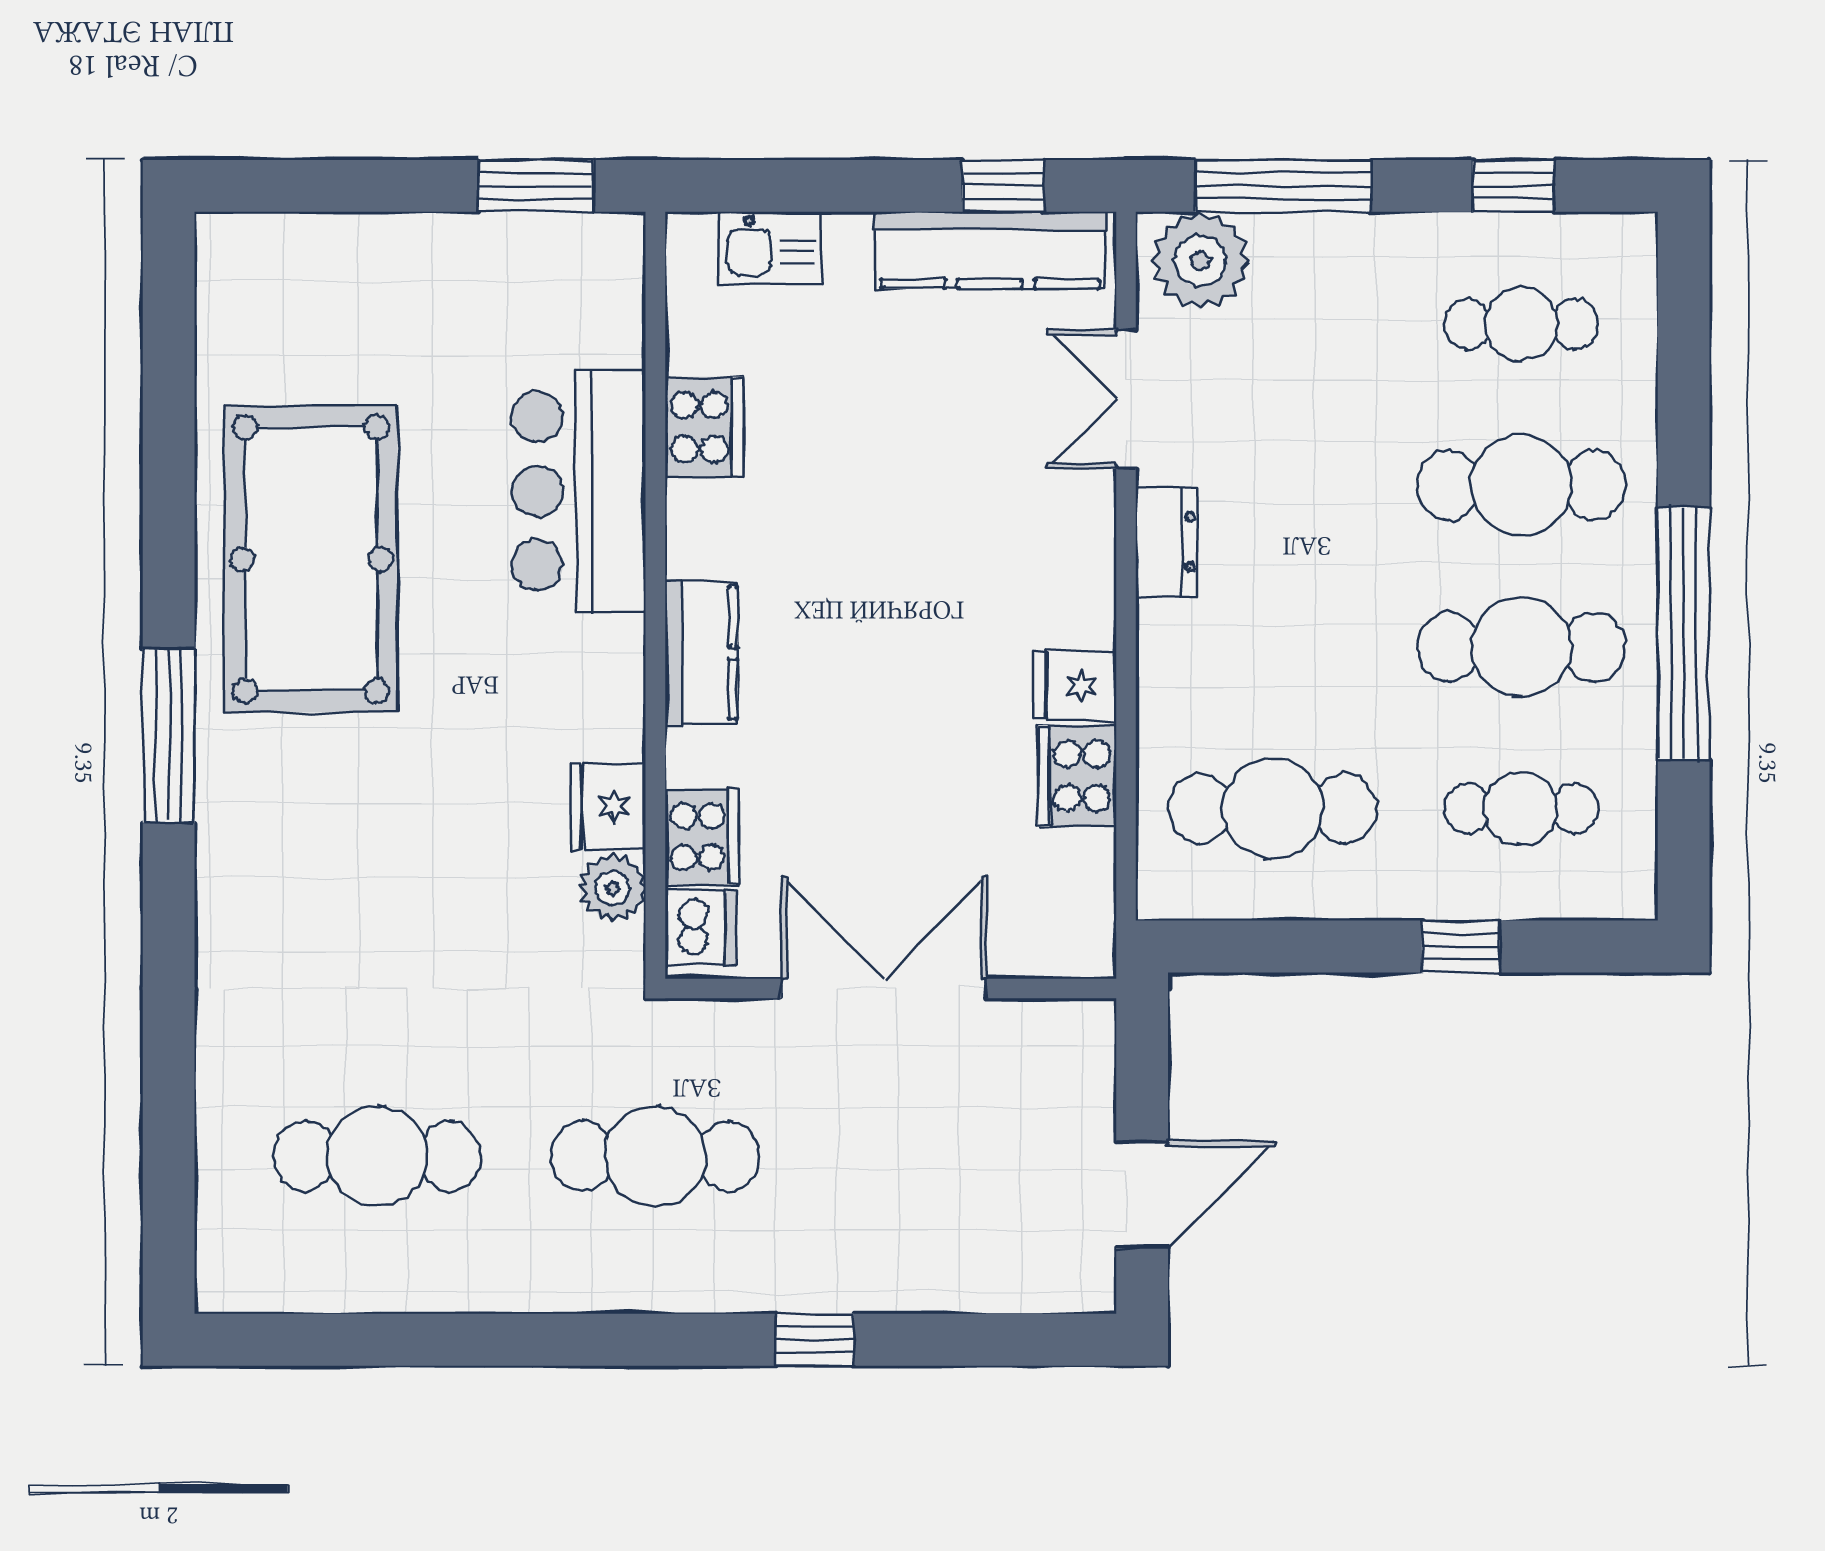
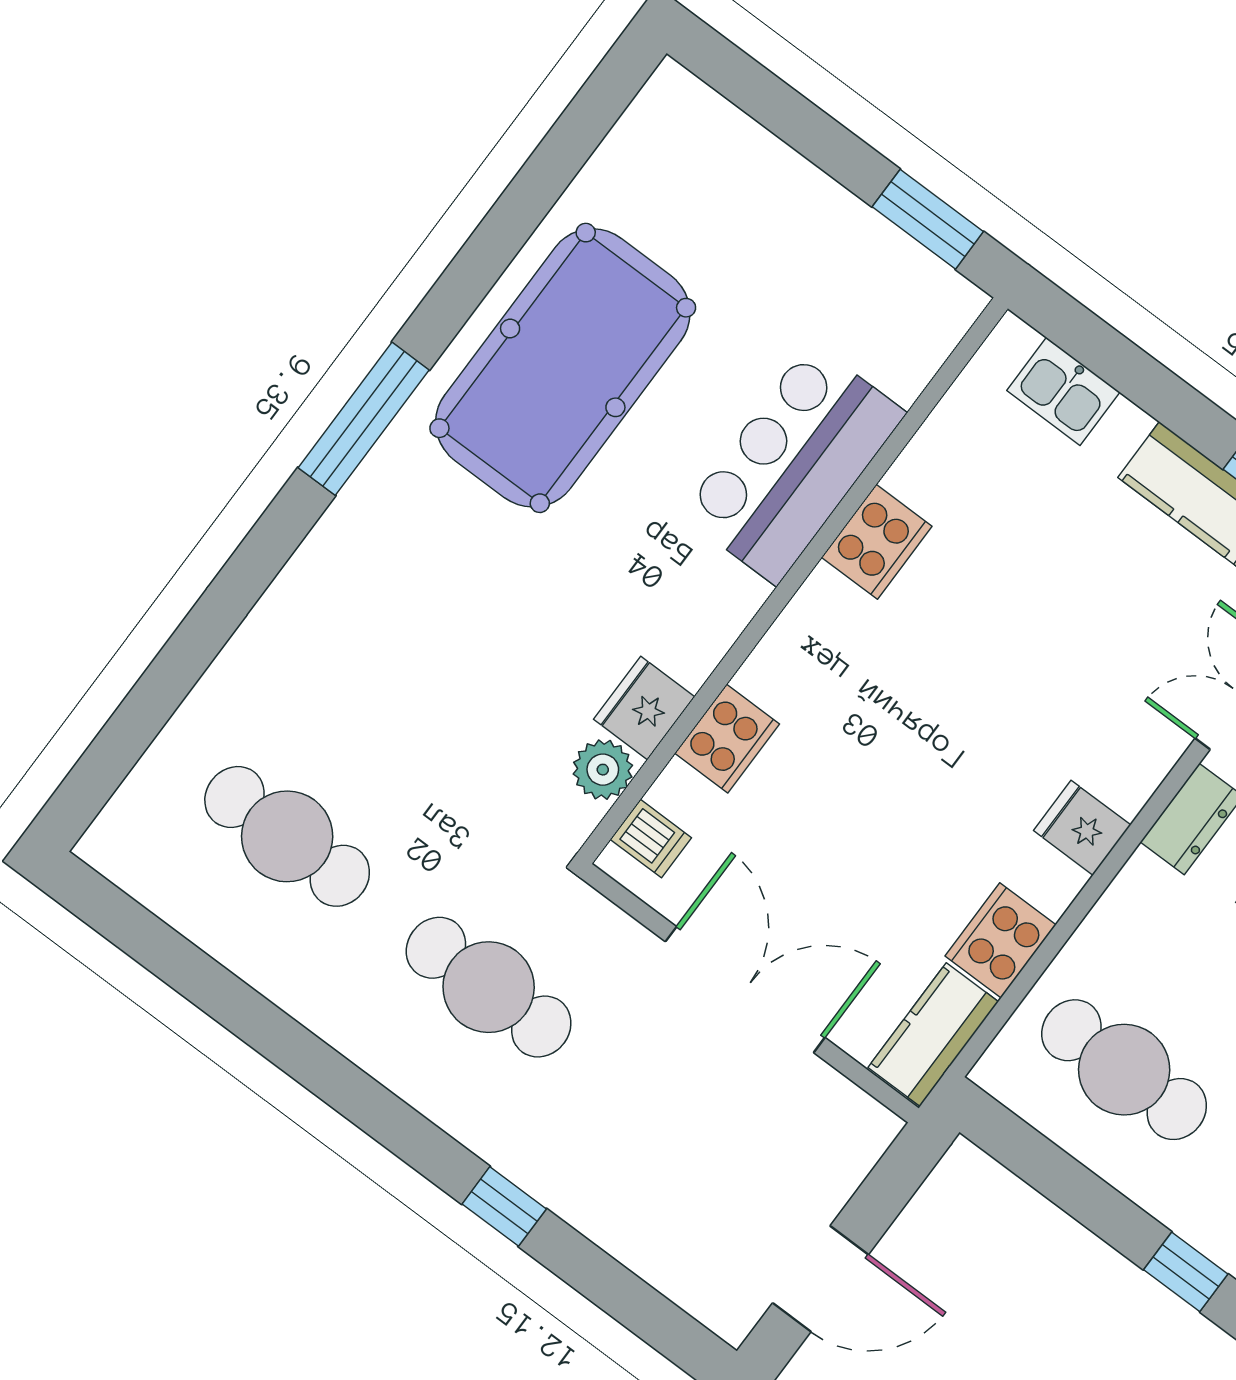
cooker: (704, 427) -> (877, 542), moved
kitchen counter: (701, 653) -> (933, 1035), moved, turned 180
fridge: (1075, 686) -> (1082, 828), moved
cooker: (702, 837) -> (727, 739), moved
dishwasher: (701, 928) -> (651, 839), width x0.73

